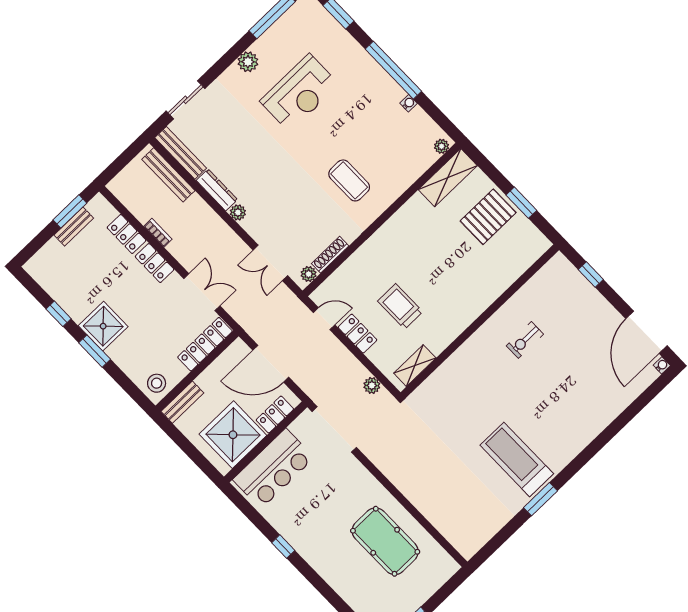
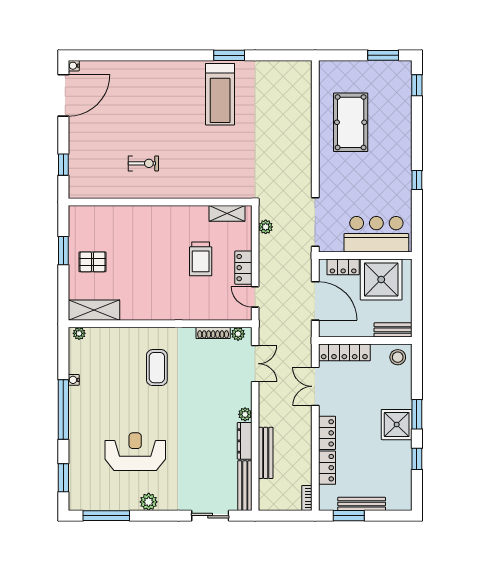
bench: (168, 175) -> (266, 453), moved
pallet: (488, 217) -> (92, 262), width x0.67, depth x0.71
bench: (74, 227) -> (362, 504), width x1.36
bookcase: (158, 233) -> (307, 498), moved

